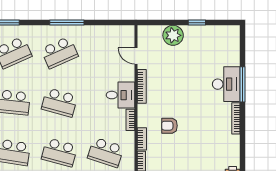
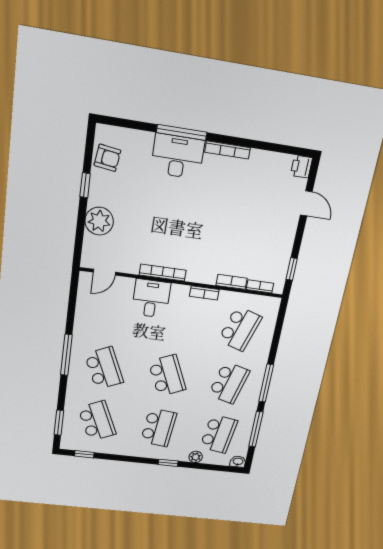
door: (136, 56) -> (104, 272), moved
desk: (121, 95) -> (151, 299), moved
school desk: (59, 102) -> (167, 376), turned -39
armchair: (169, 126) -> (107, 158), moved, turned -82

